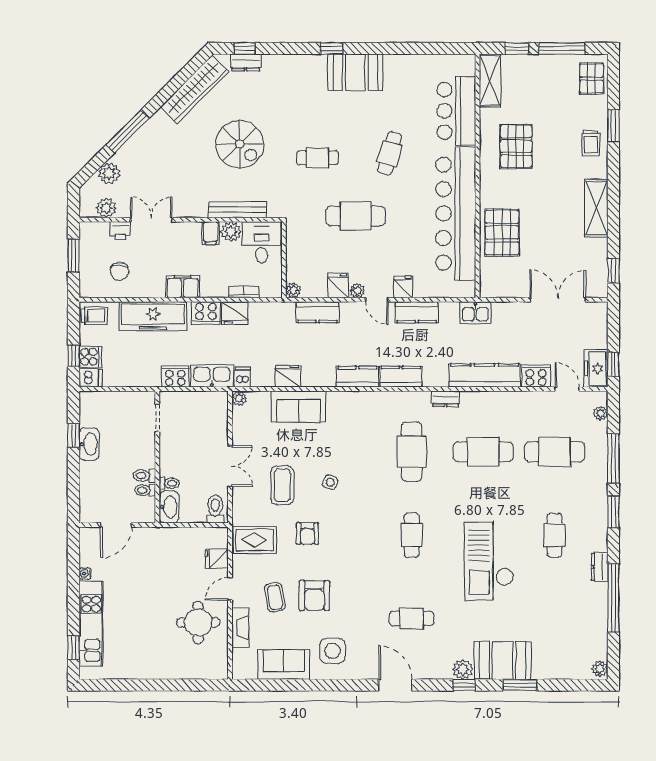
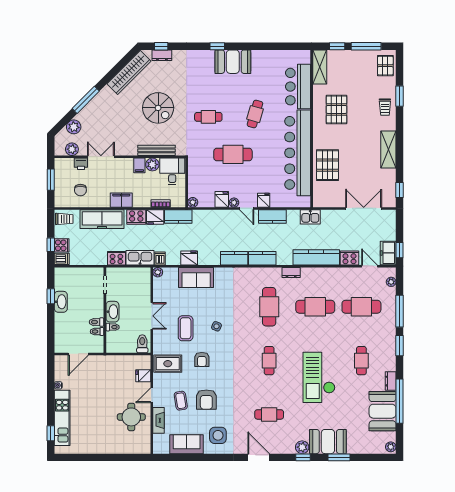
kitchen counter: (318, 312) -> (178, 217), moved
washbasin: (169, 507) -> (112, 312), moved
booth: (587, 613) -> (383, 411), added

